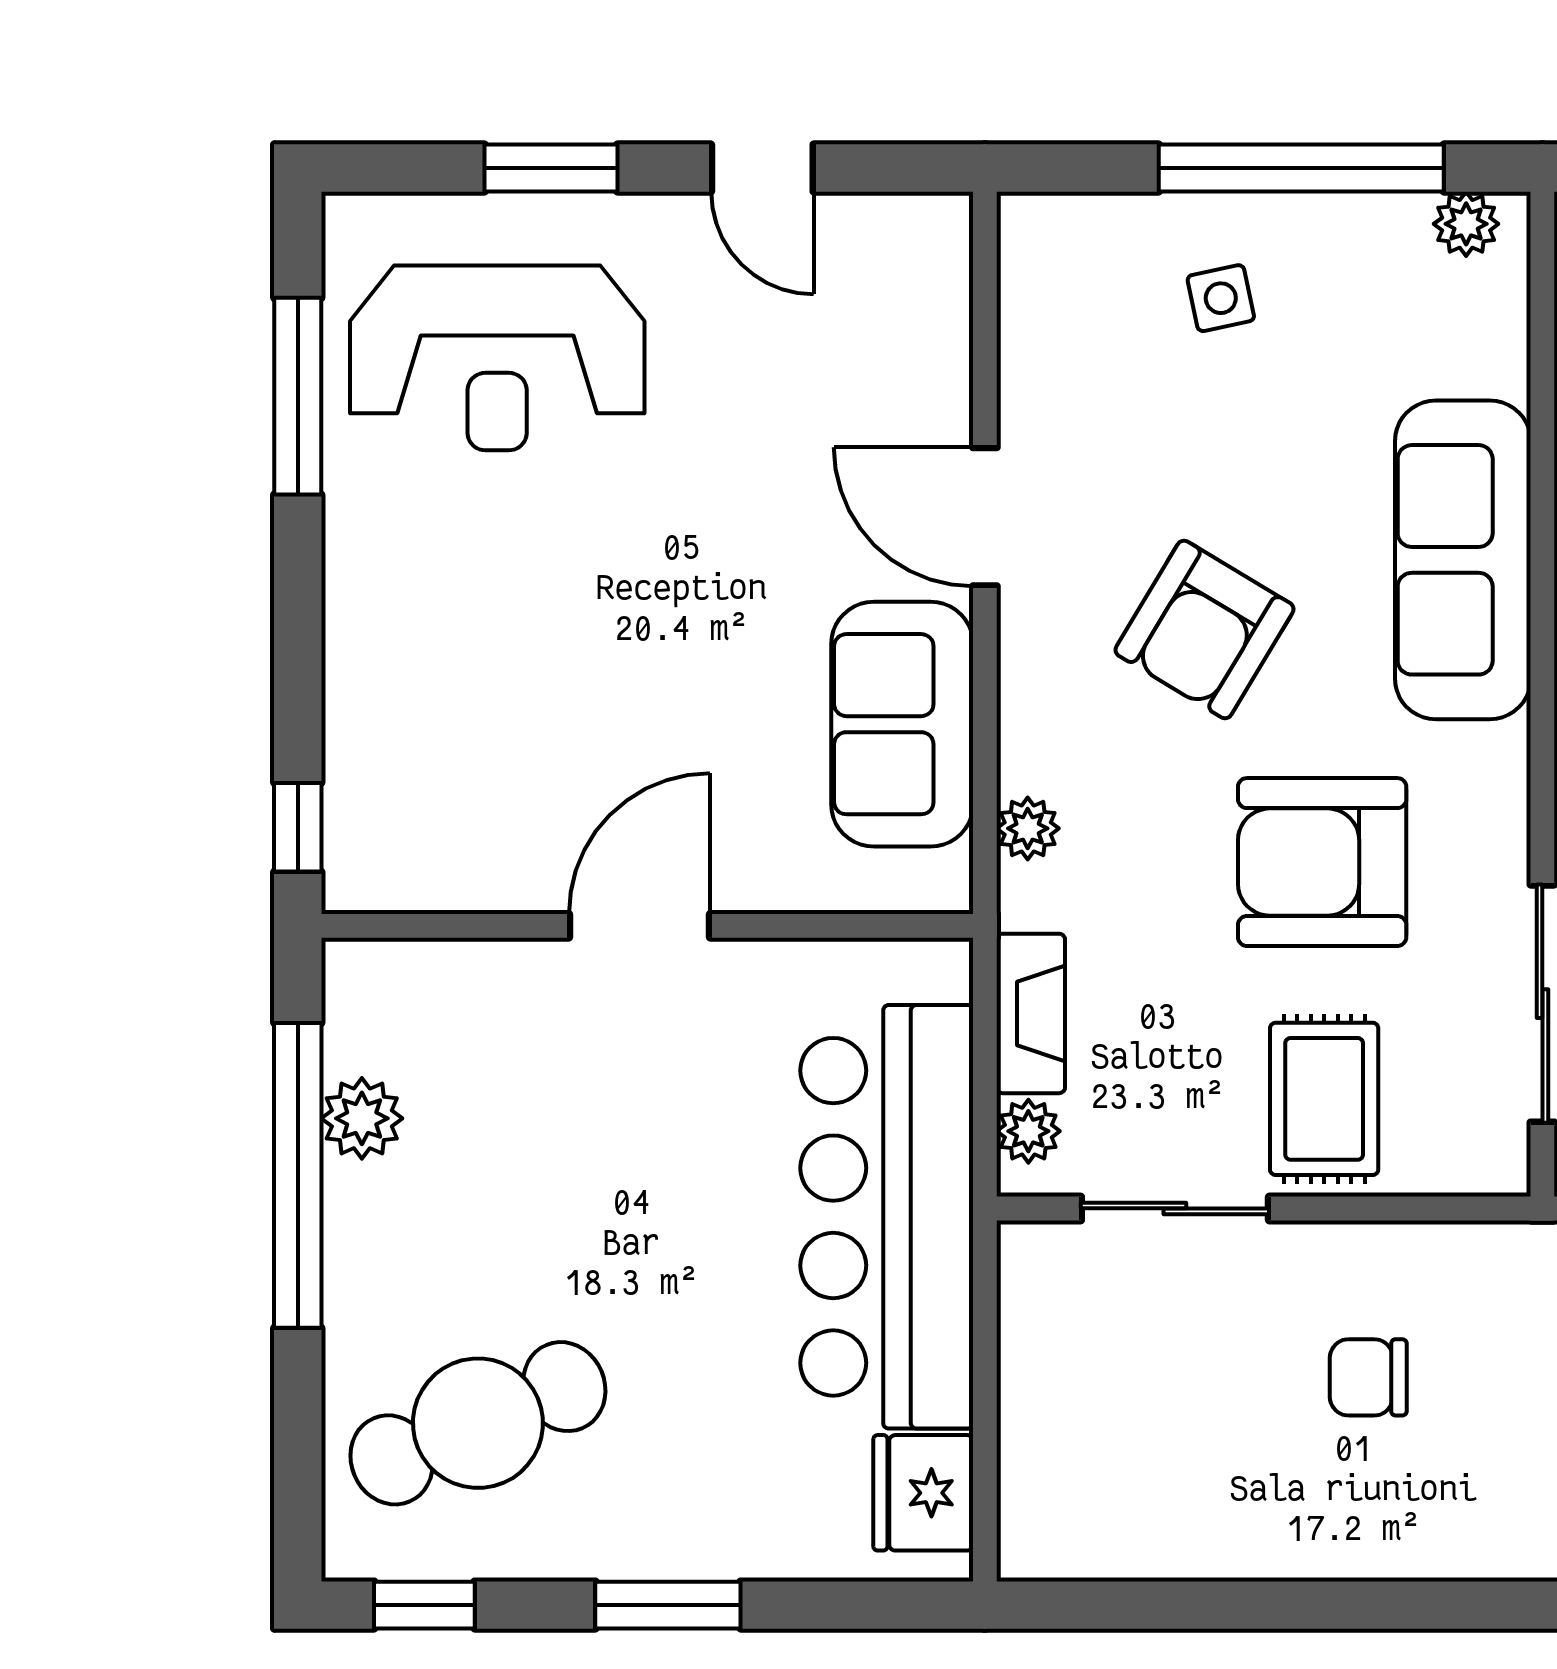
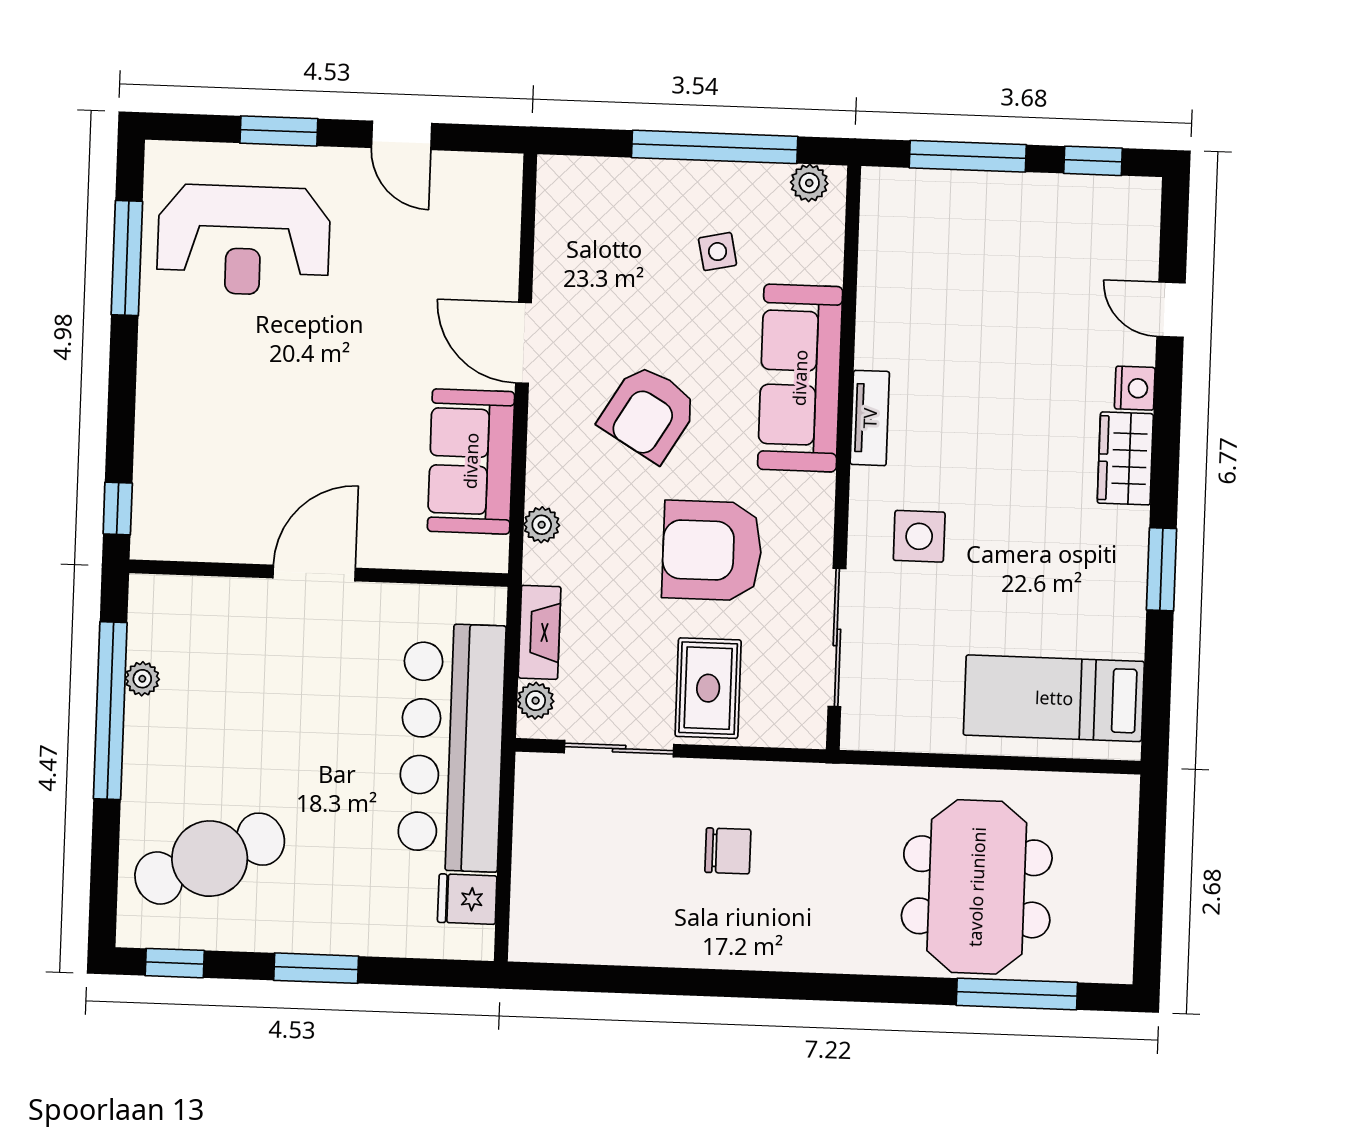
side table: (1221, 298) -> (718, 252), moved
plant: (362, 1118) -> (142, 679), width x0.73, depth x0.73
chair: (1368, 1377) -> (728, 851), turned 180
fridge: (923, 1493) -> (467, 899), width x0.72

